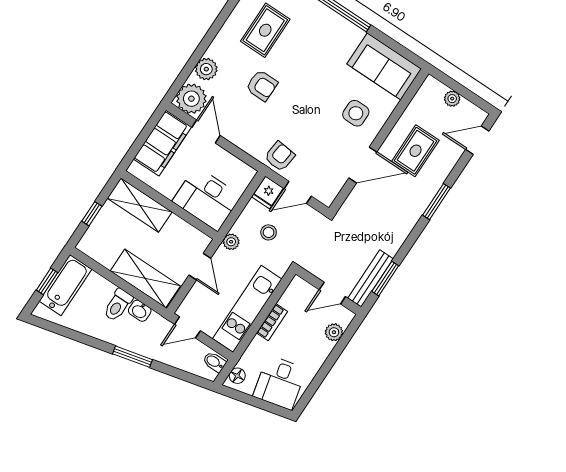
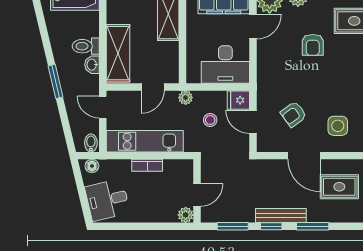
armchair: (280, 156) -> (293, 114), moved, turned 138
desk: (207, 199) -> (225, 64), moved, turned -90
window: (410, 242) -> (271, 226), added
bench: (371, 278) -> (281, 215), moved
door: (332, 293) -> (197, 195), swing flipped
plant: (334, 332) -> (186, 215), moved

